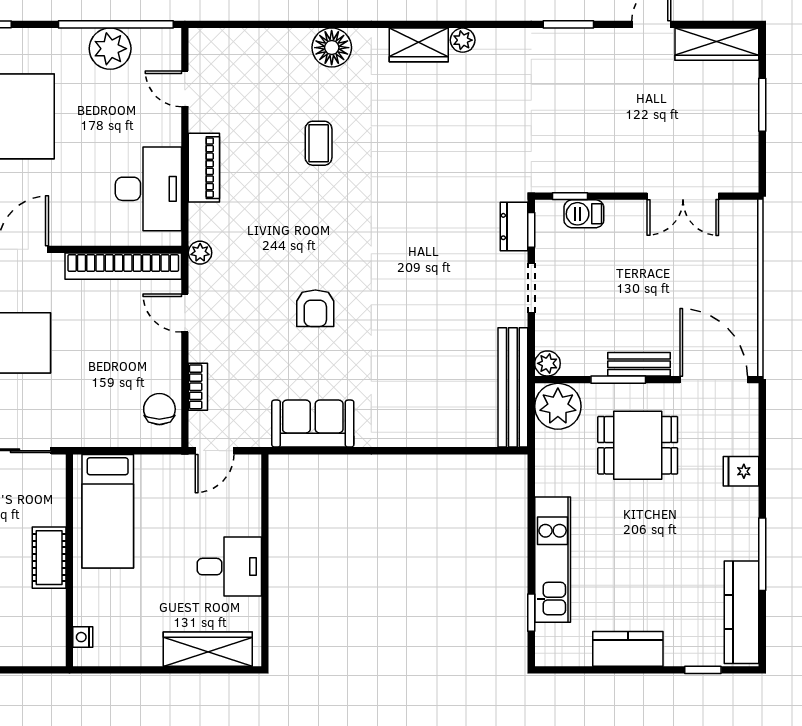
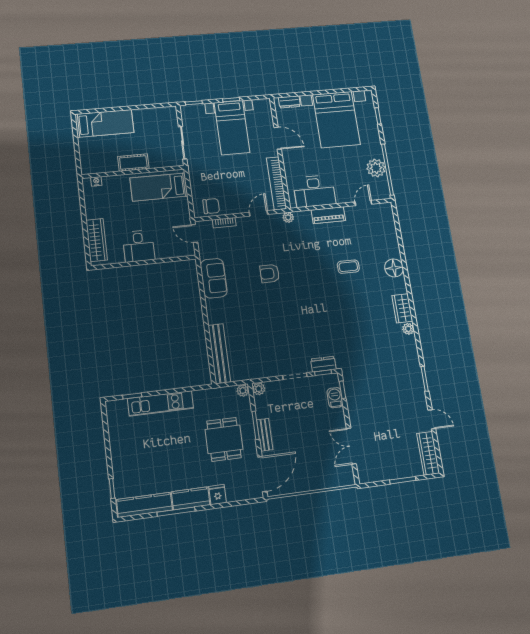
bench: (513, 387) -> (219, 354), moved, turned 90
plant: (558, 406) -> (243, 391), width x0.53, depth x0.53
kitchen counter: (628, 649) -> (191, 498), moved, turned -90

